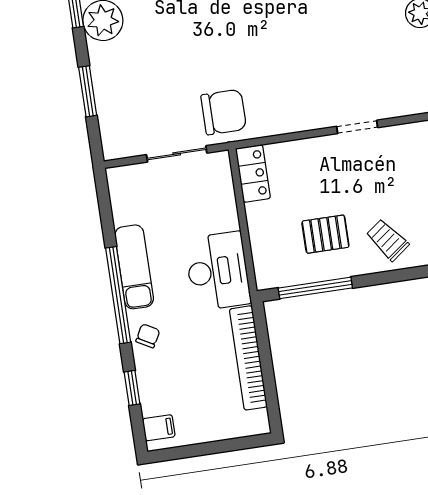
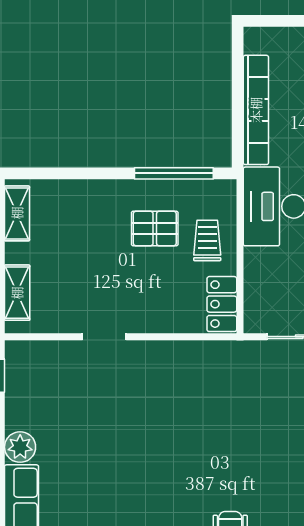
chair: (224, 112) -> (243, 373), removed
trolley: (387, 240) -> (207, 240), moved, turned -143

